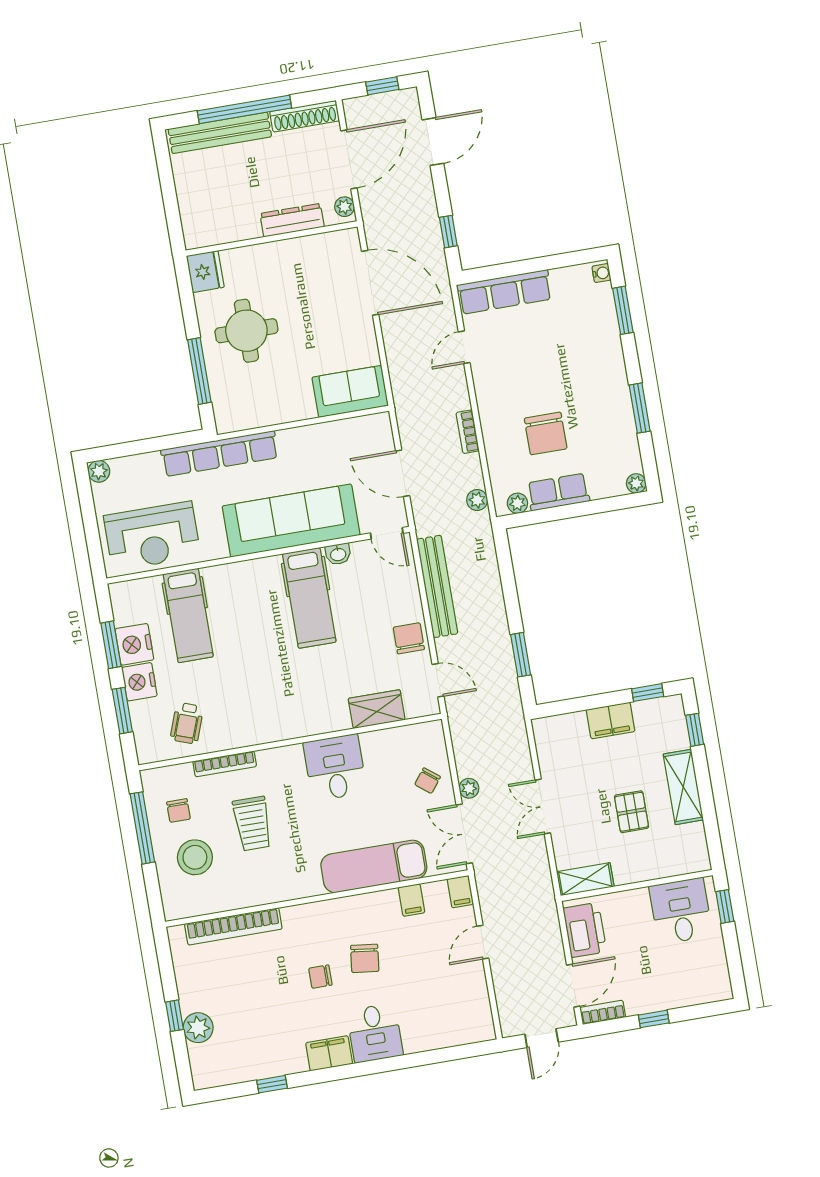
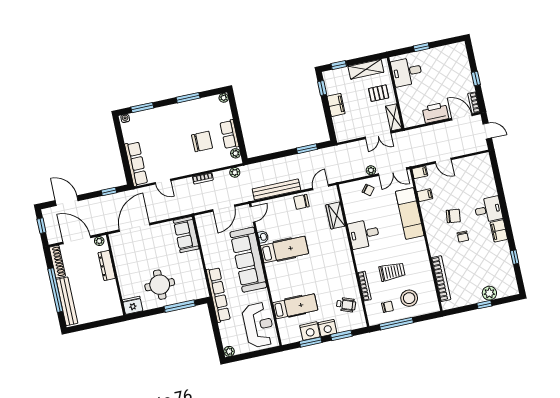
shelving: (585, 879) -> (394, 117), moved
wall: (637, 885) -> (396, 93), moved
desk: (681, 911) -> (407, 72), moved

